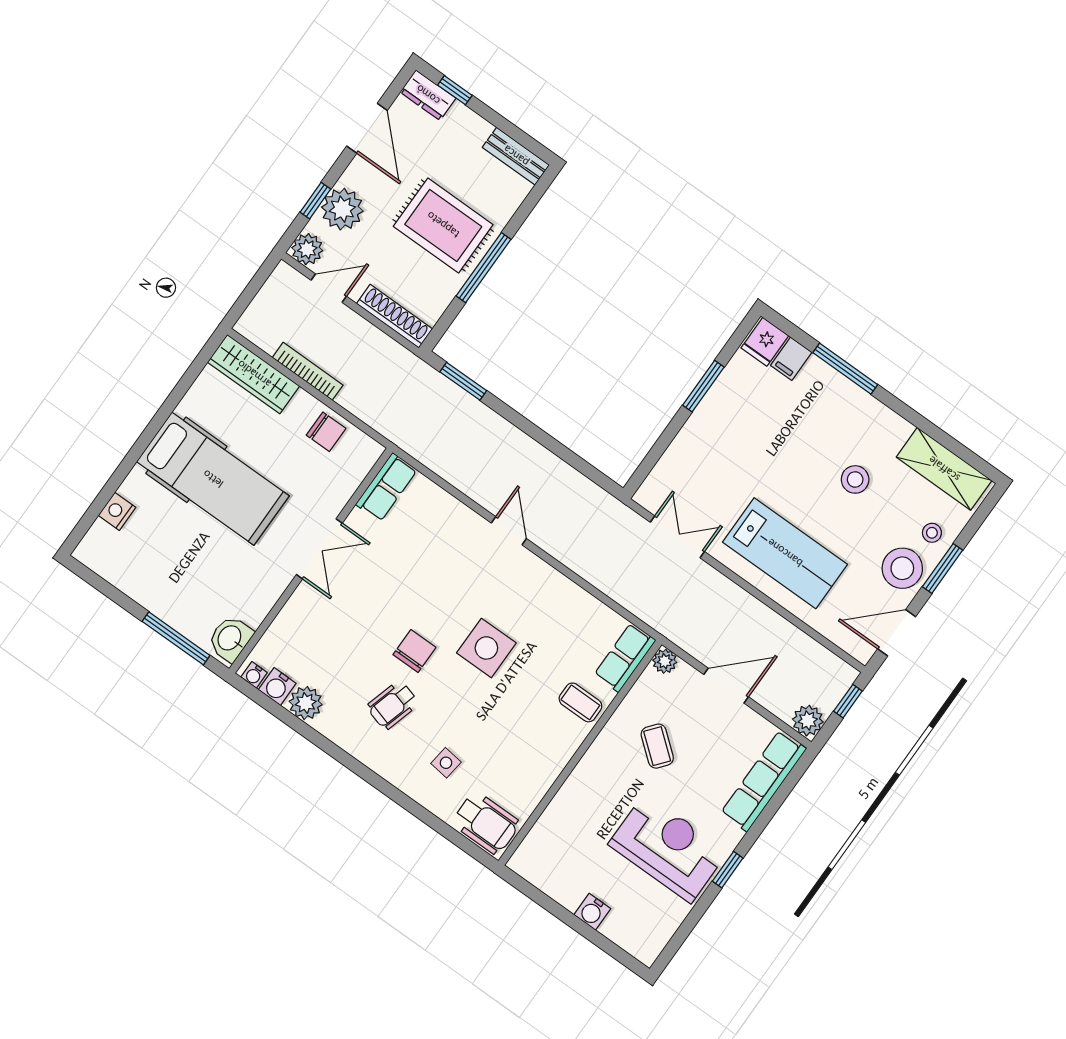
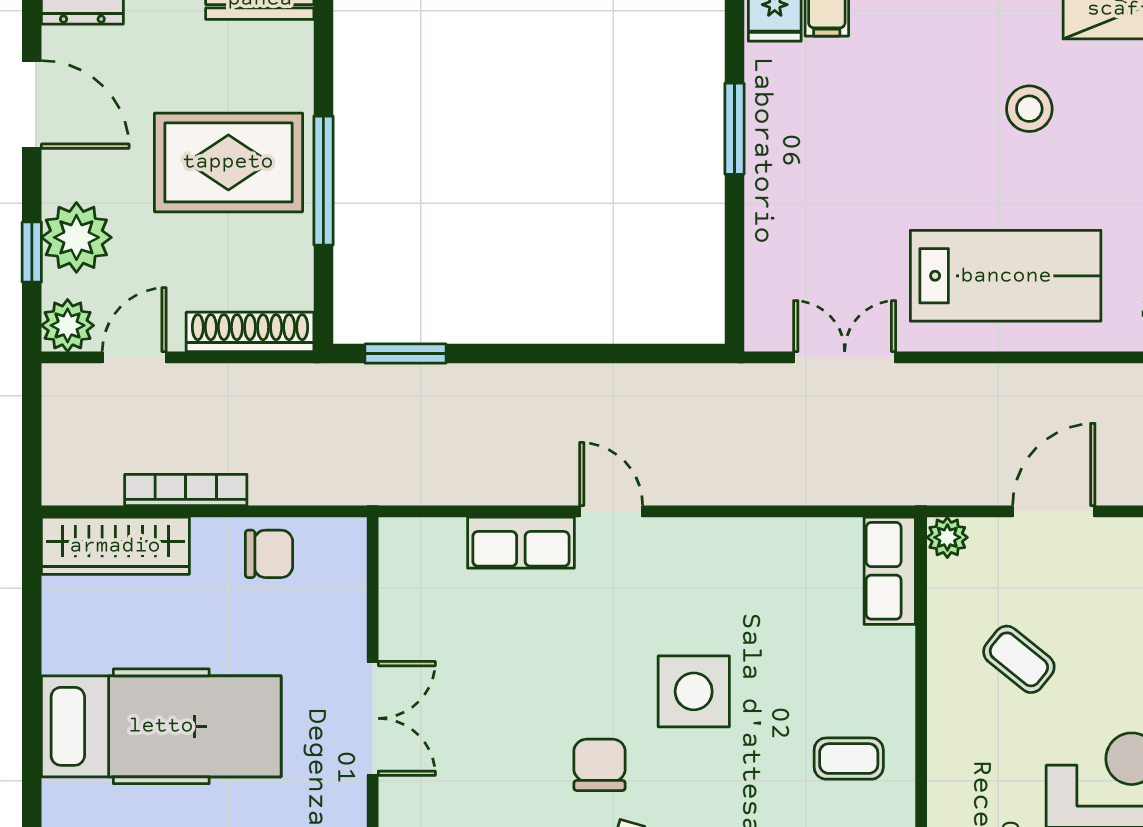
row of seats: (386, 487) -> (521, 543), moved, turned 90
coffee table: (580, 702) -> (849, 759), moved

